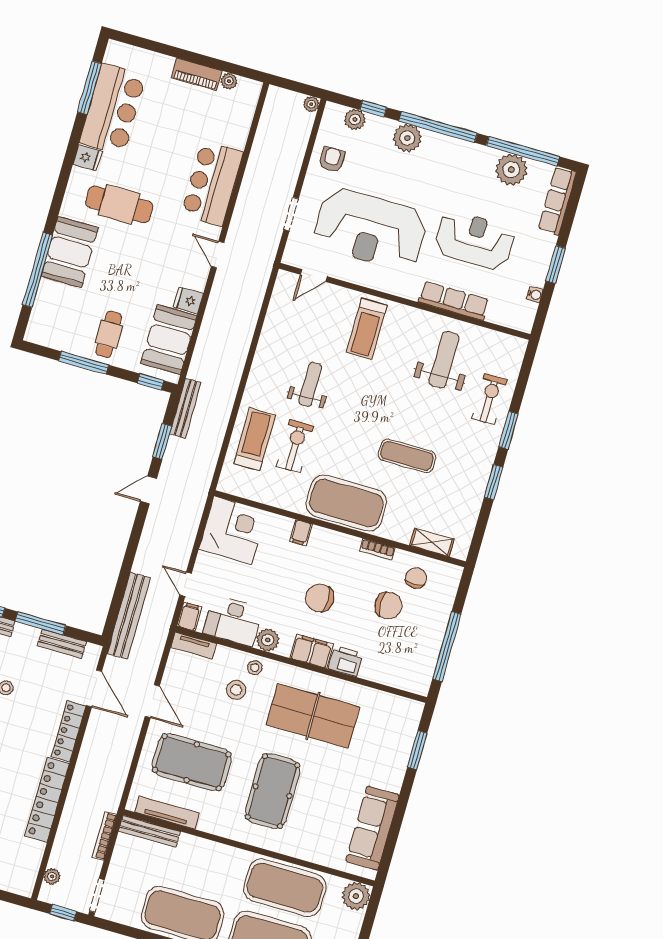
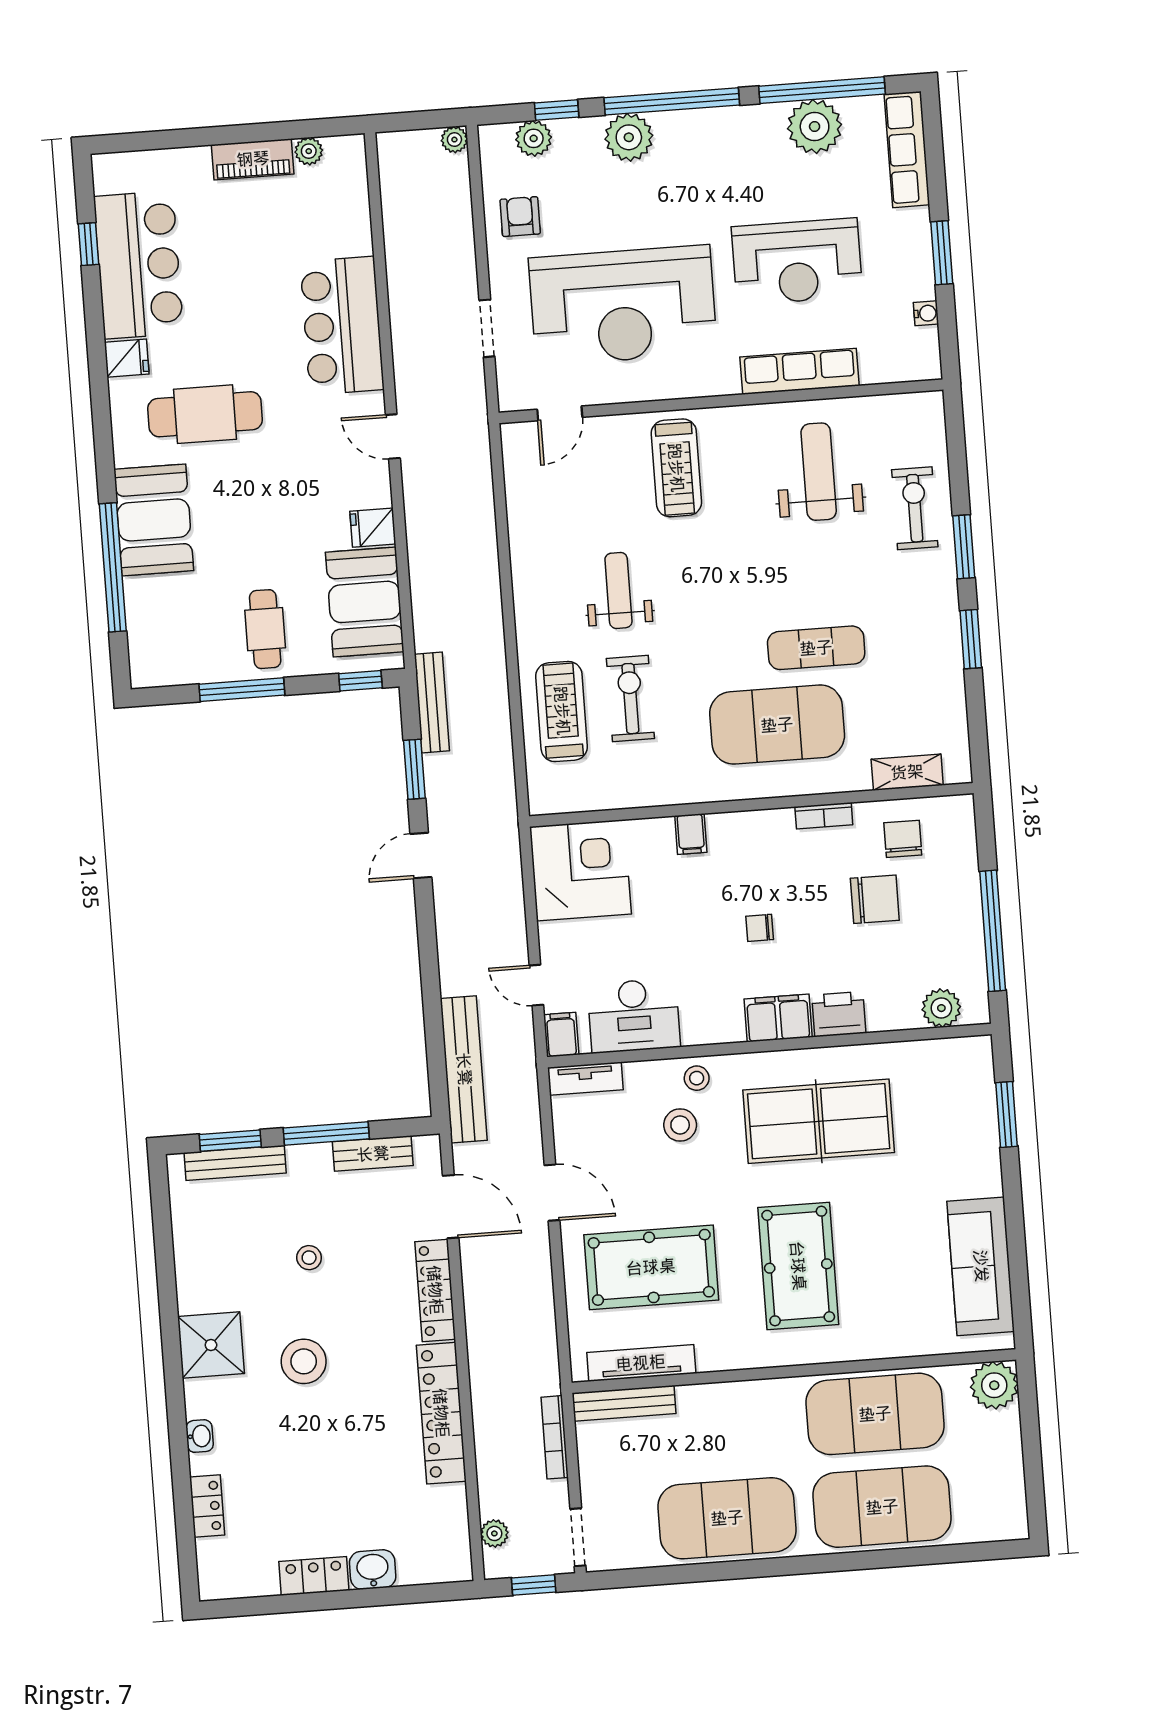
window: (89, 88) -> (88, 244), width x0.46
reception desk: (474, 240) -> (797, 262), turned 180
exercise mat: (346, 503) -> (777, 725), moved
chair: (320, 598) -> (760, 928), width x0.54, depth x0.54
plant: (268, 640) -> (941, 1008), moved

